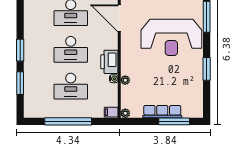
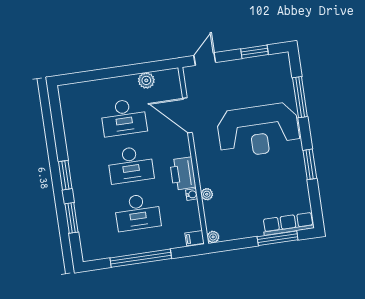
row of seats: (162, 112) -> (288, 224), moved

